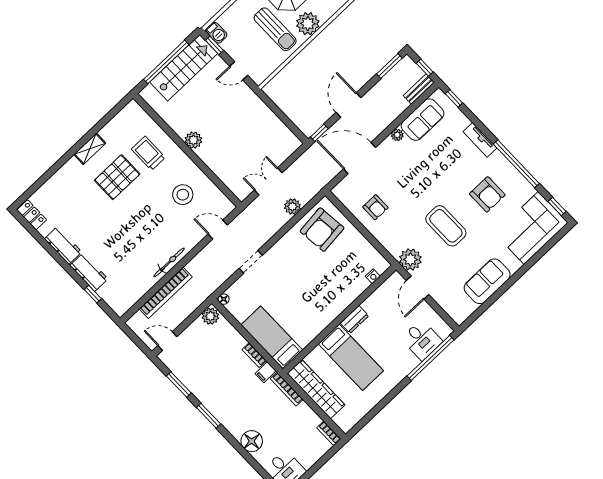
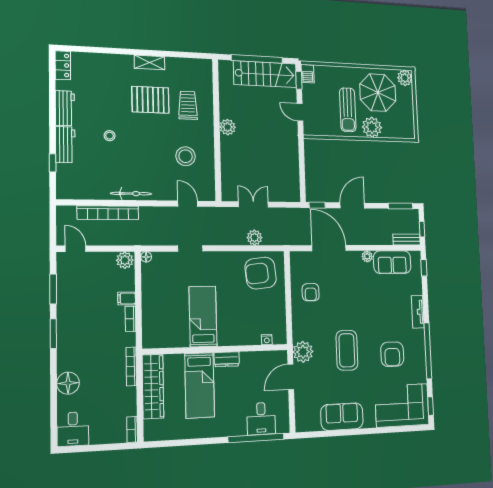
stool: (113, 234) -> (110, 136), added
bed: (272, 337) -> (203, 316), moved
filing cabinet: (266, 372) -> (127, 298), moved

